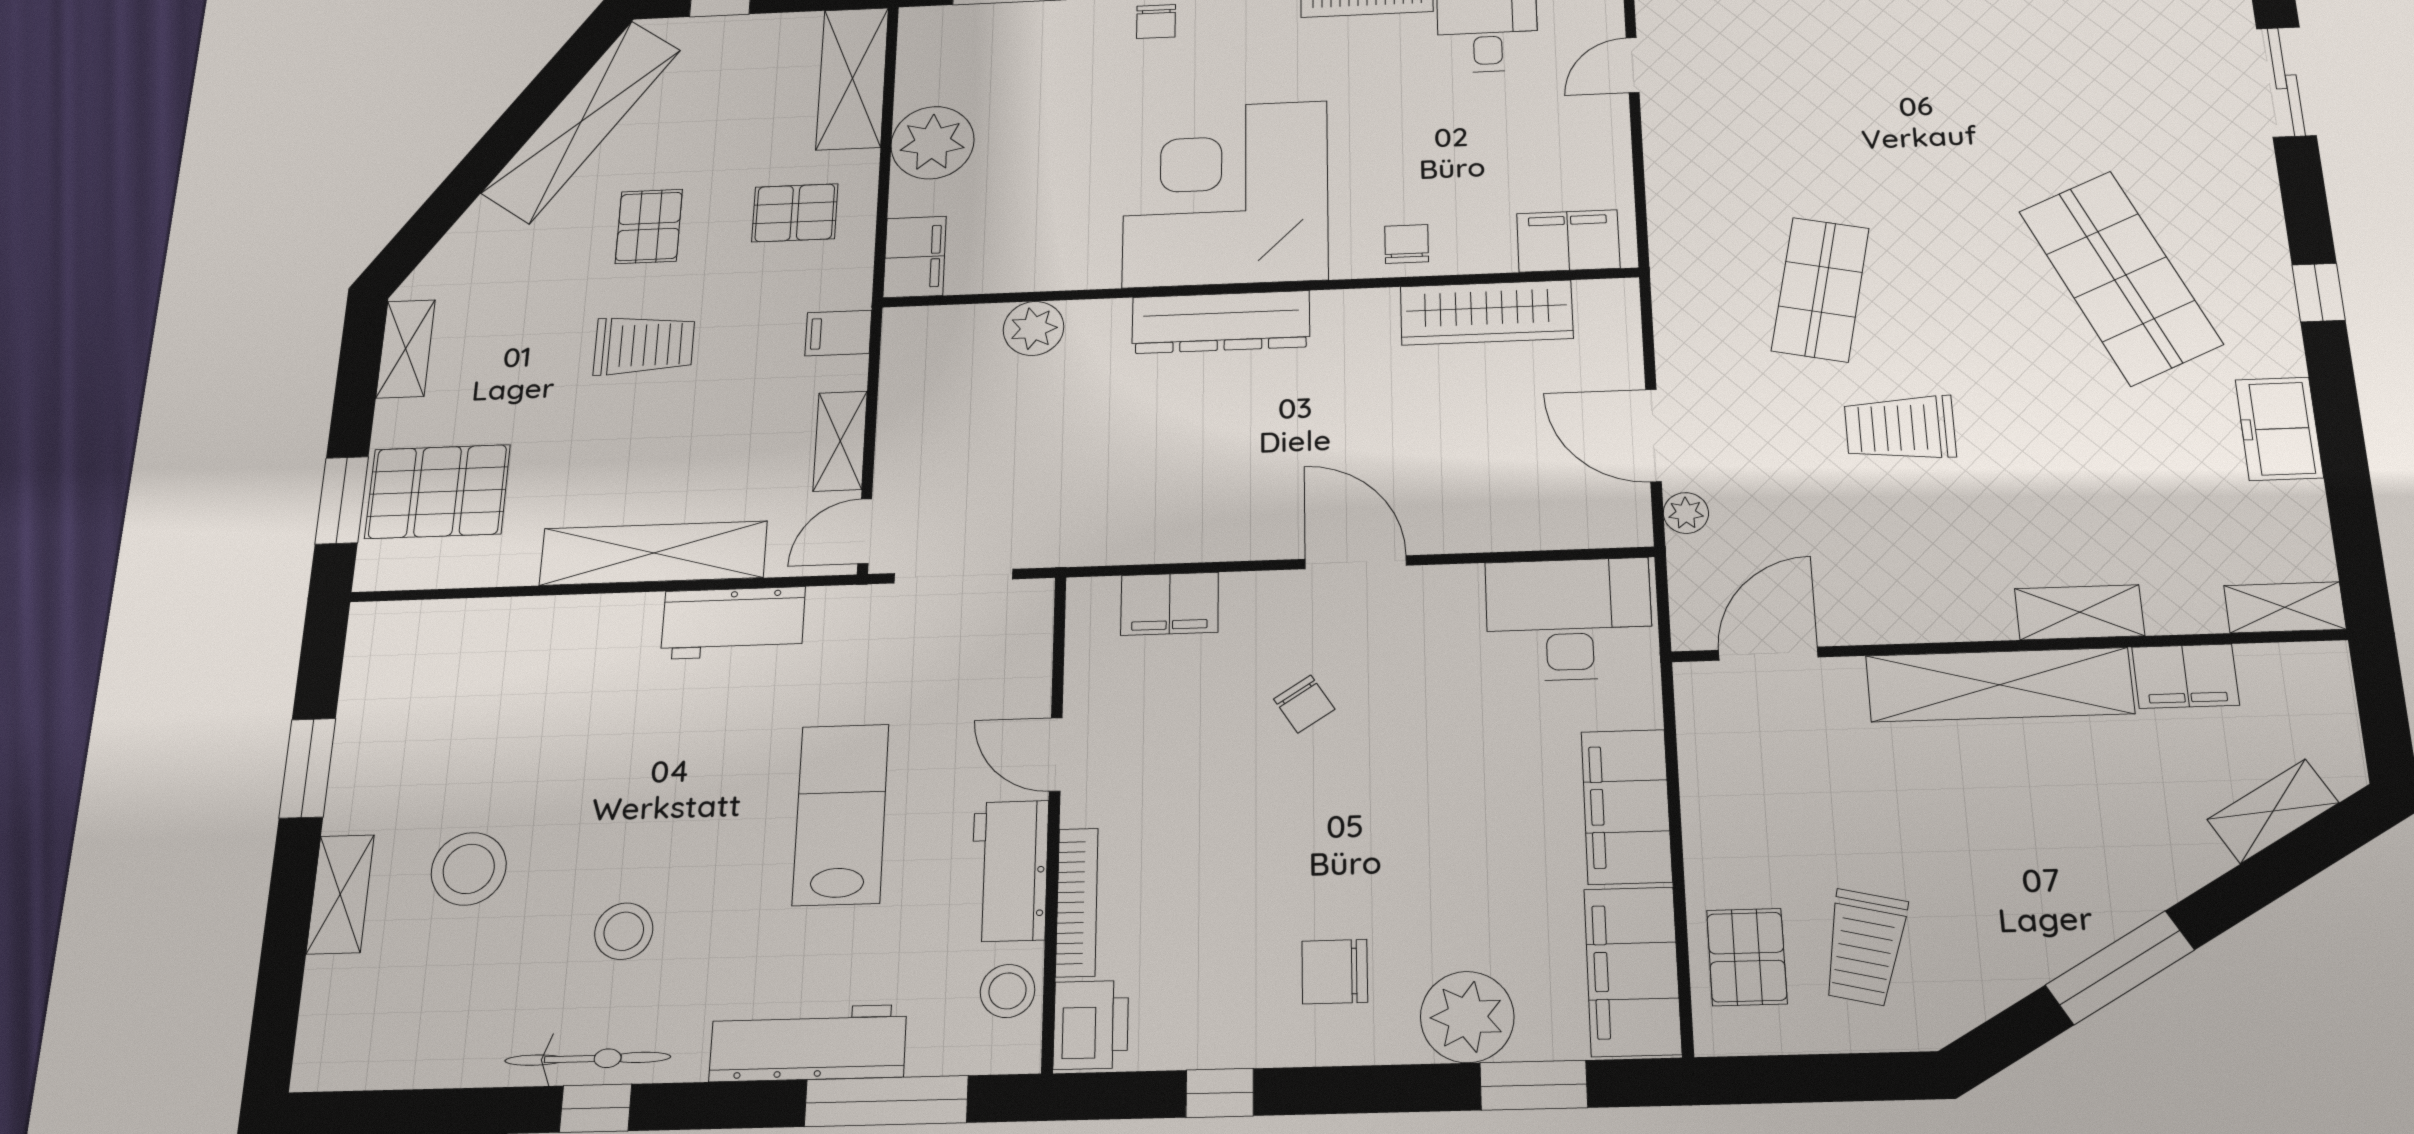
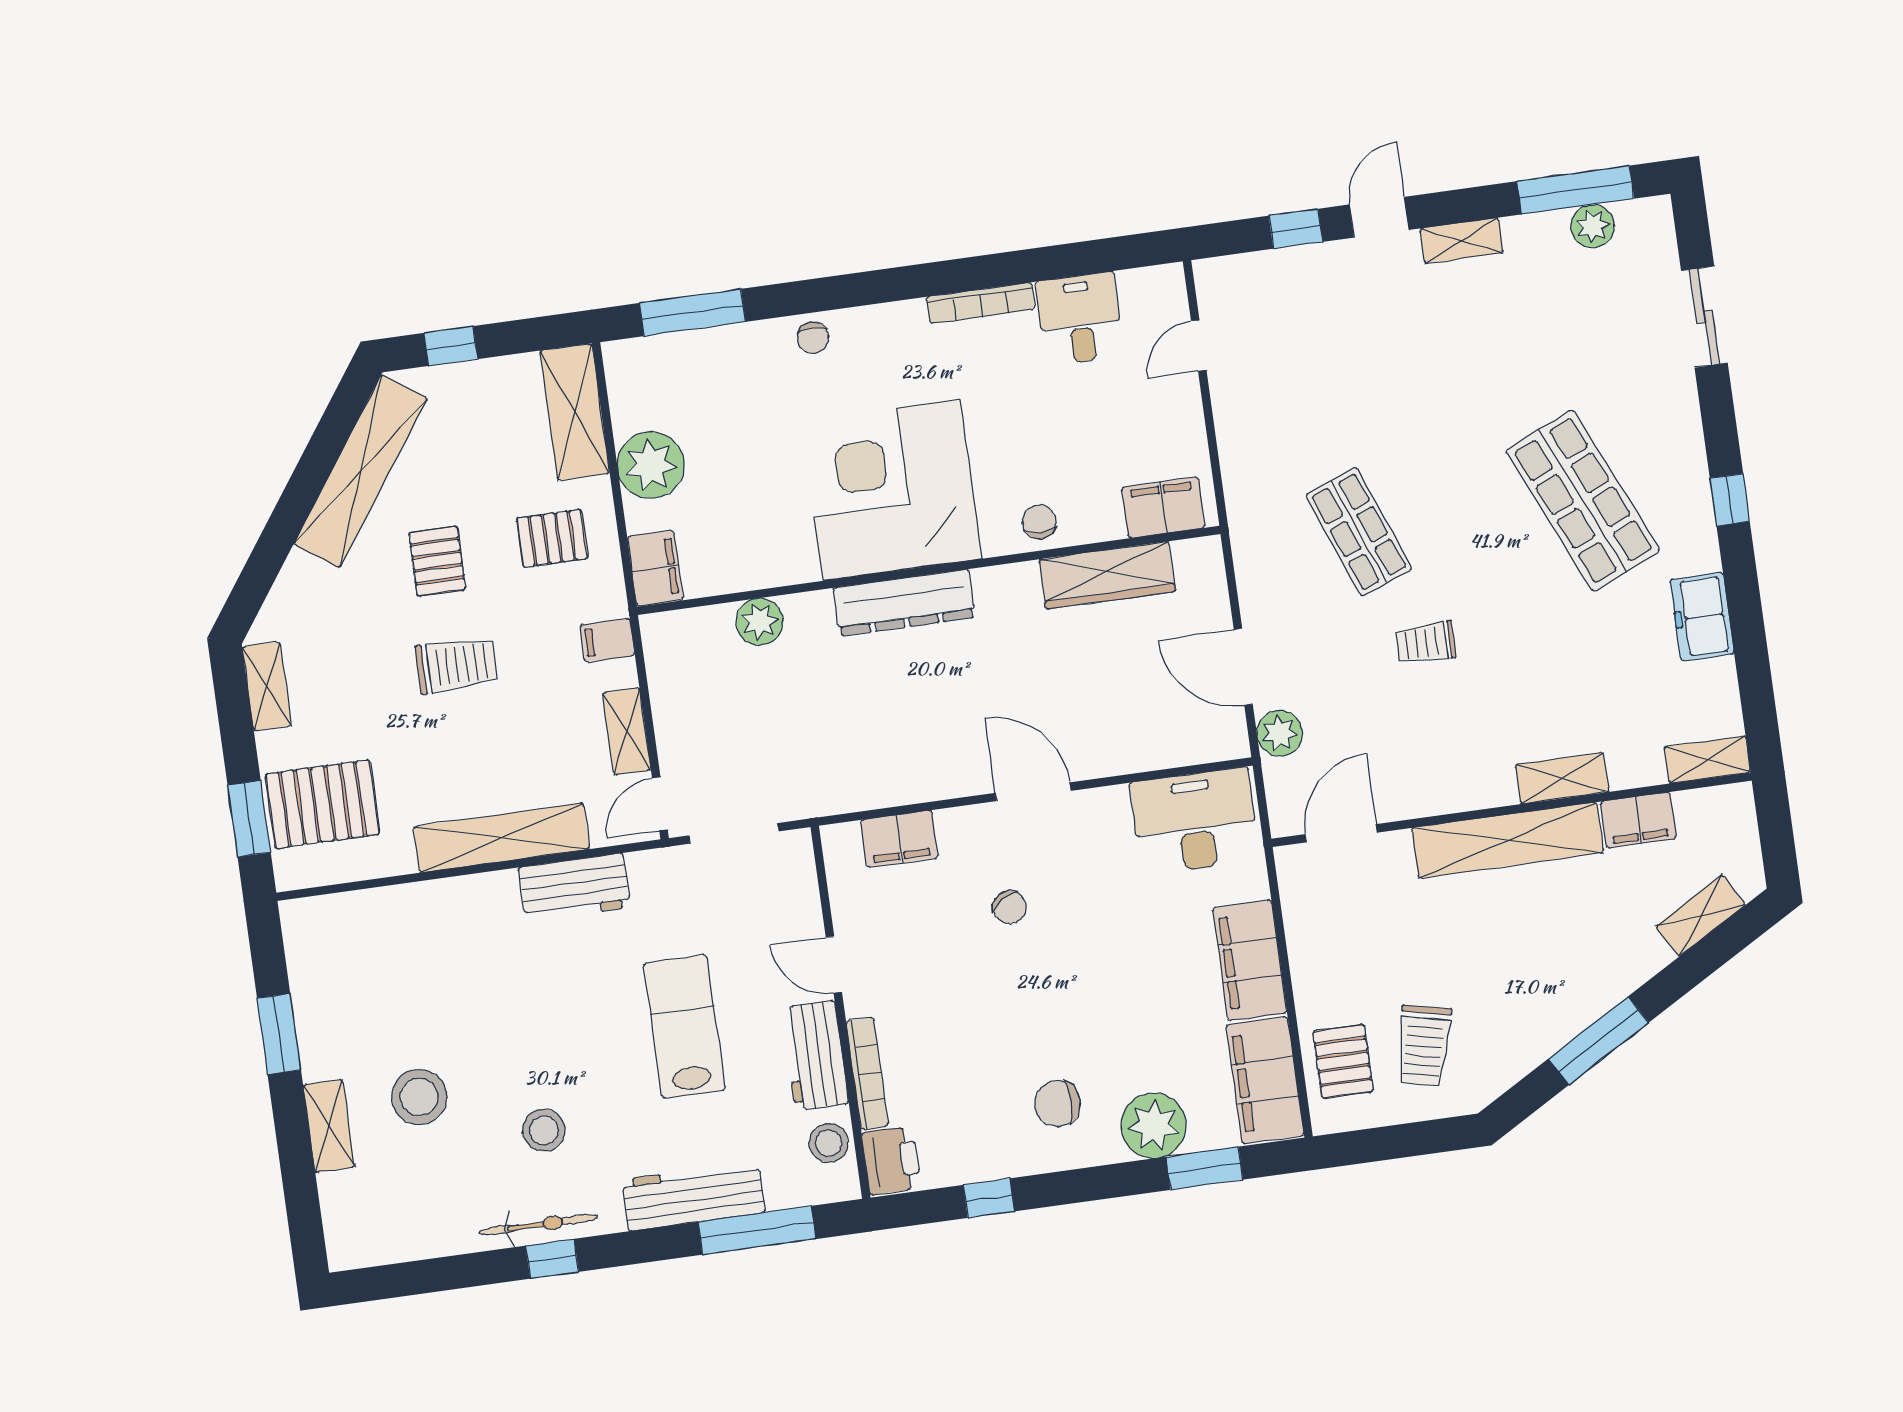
shop shelf: (1820, 289) -> (1359, 532), turned -33
trolley: (1900, 428) -> (1425, 643), width x0.73, depth x0.72
plant: (1686, 513) -> (1280, 733), width x1.38, depth x1.38

